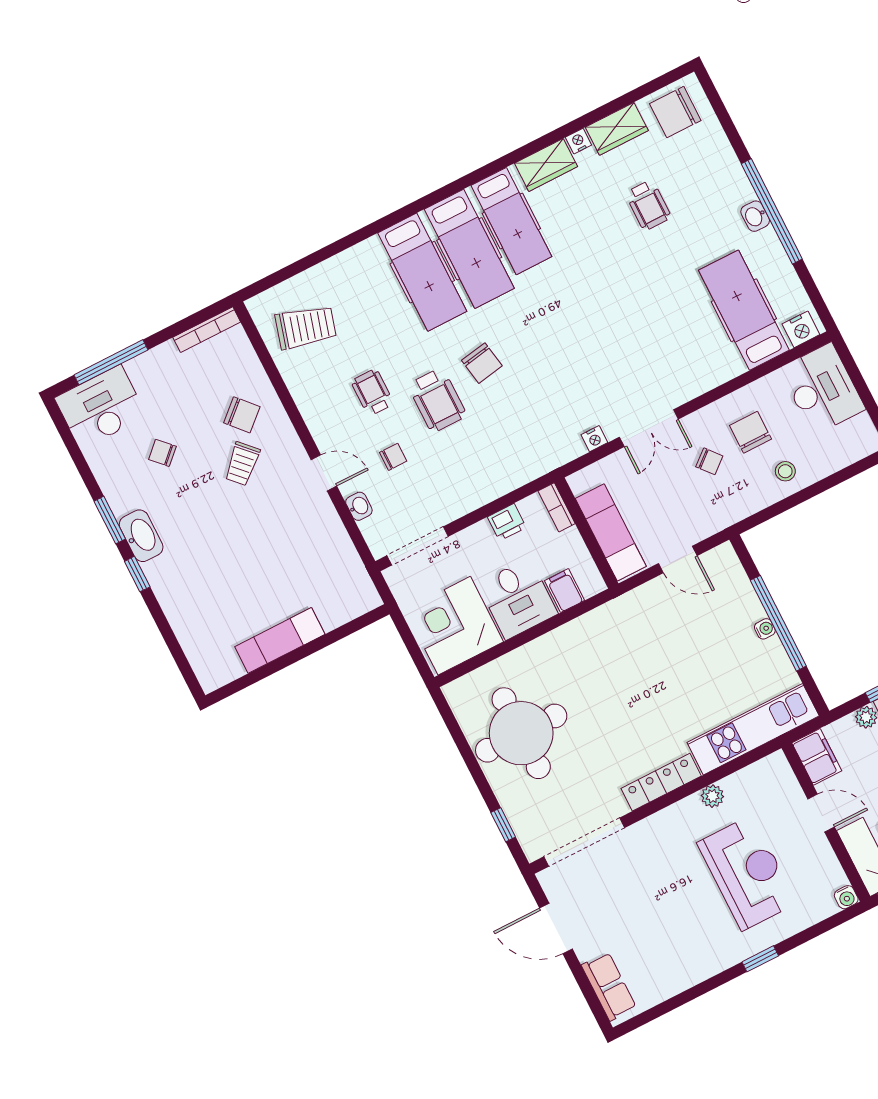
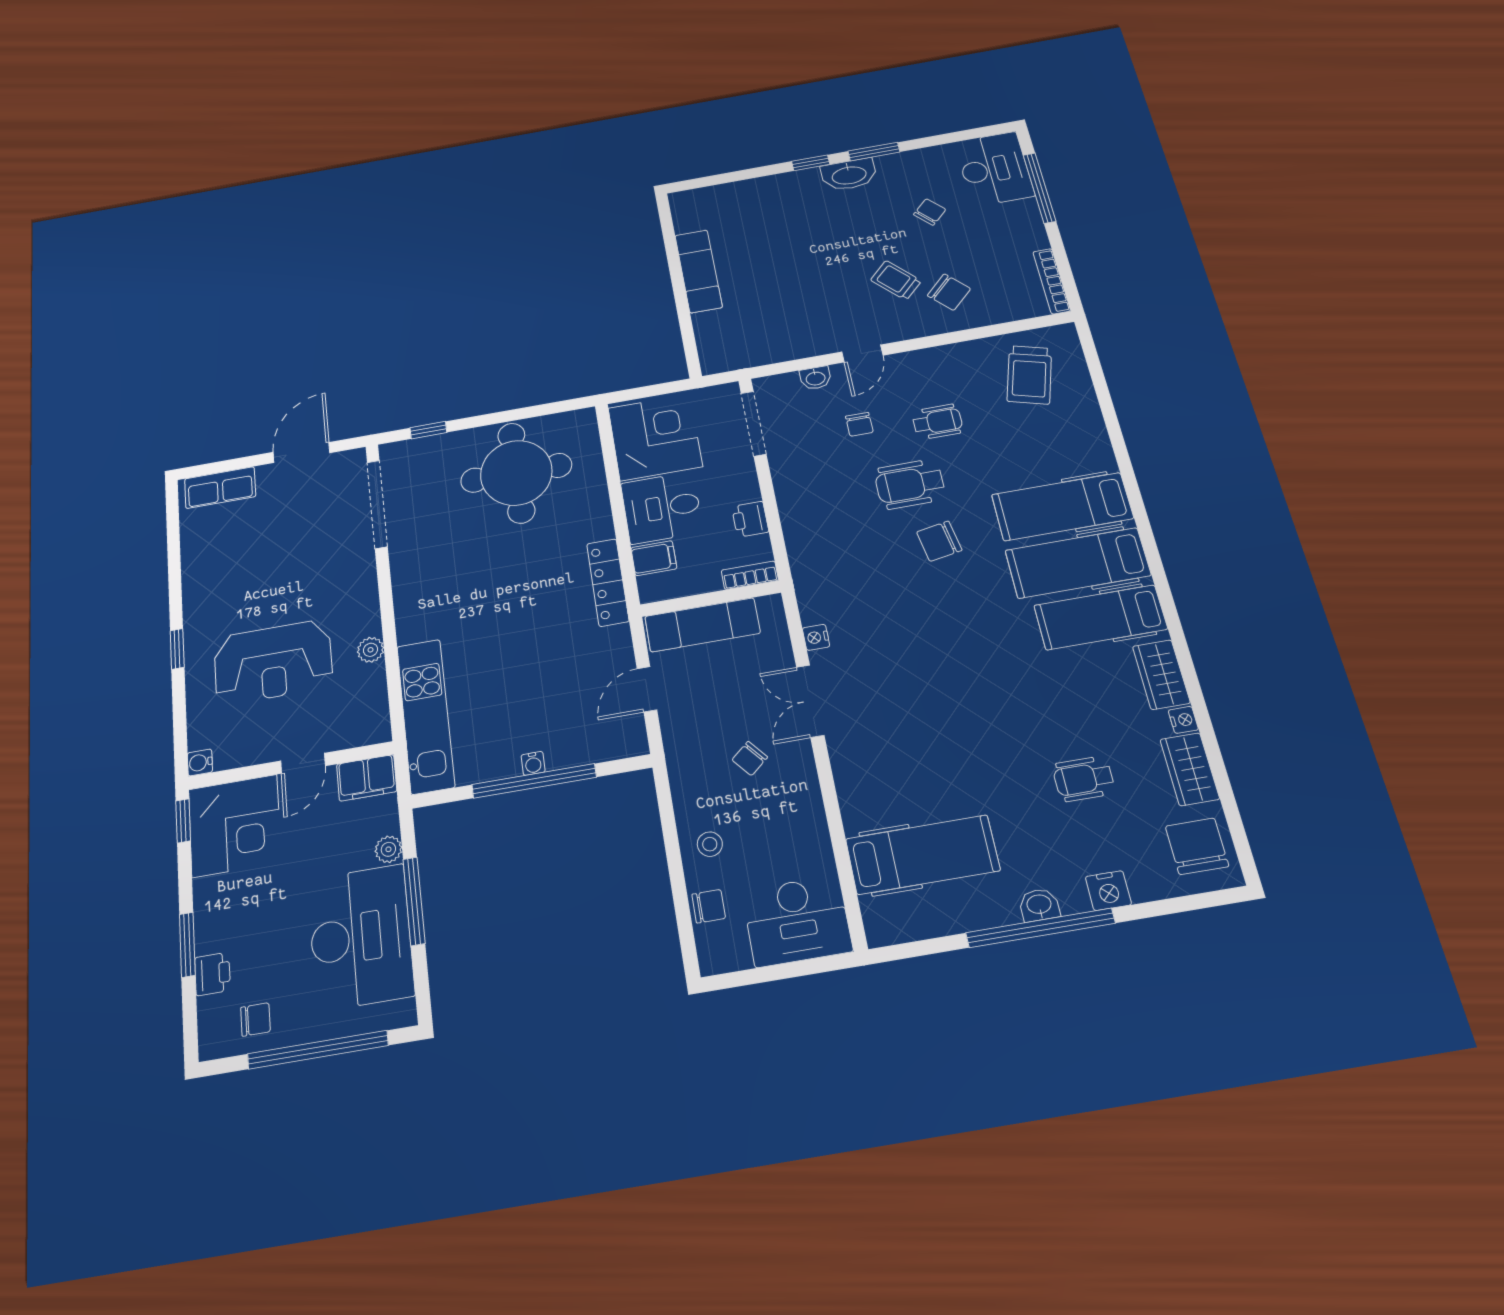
nightstand: (801, 329) -> (1108, 891), moved, turned -90
chair: (242, 415) -> (949, 292), turned -92
chair: (751, 432) -> (709, 906), moved, width x0.73, depth x0.73
locker: (661, 782) -> (608, 582), moved, turned 180

